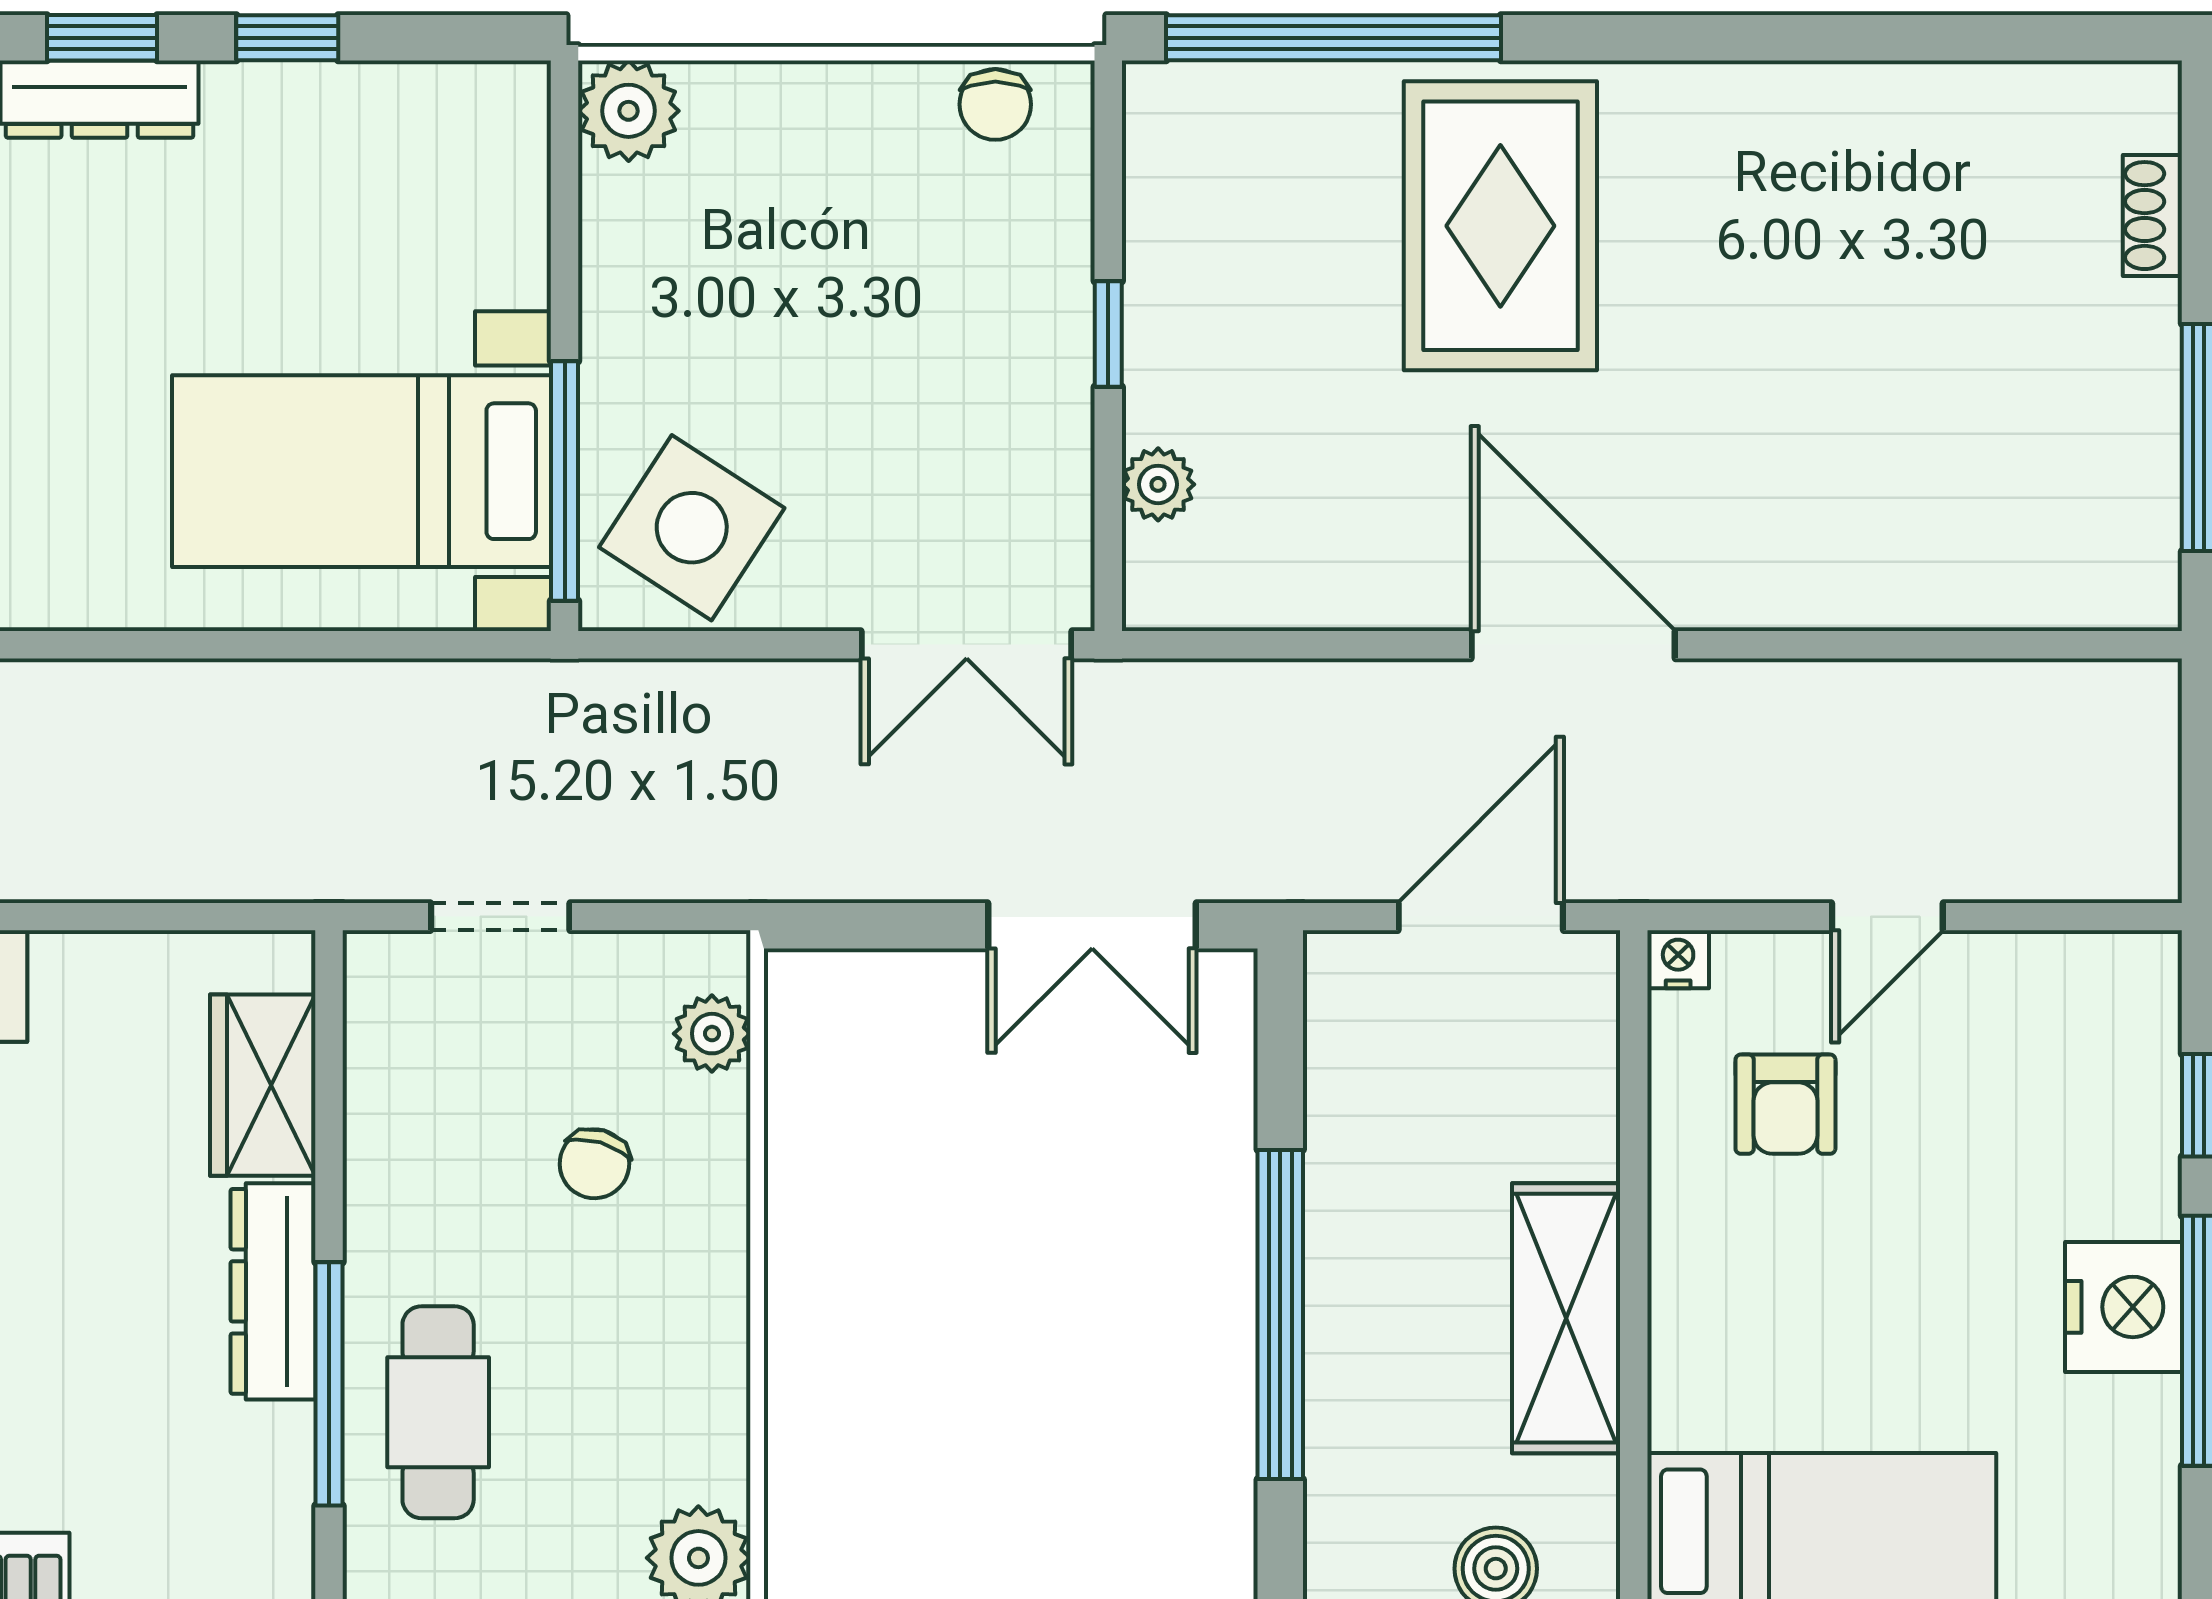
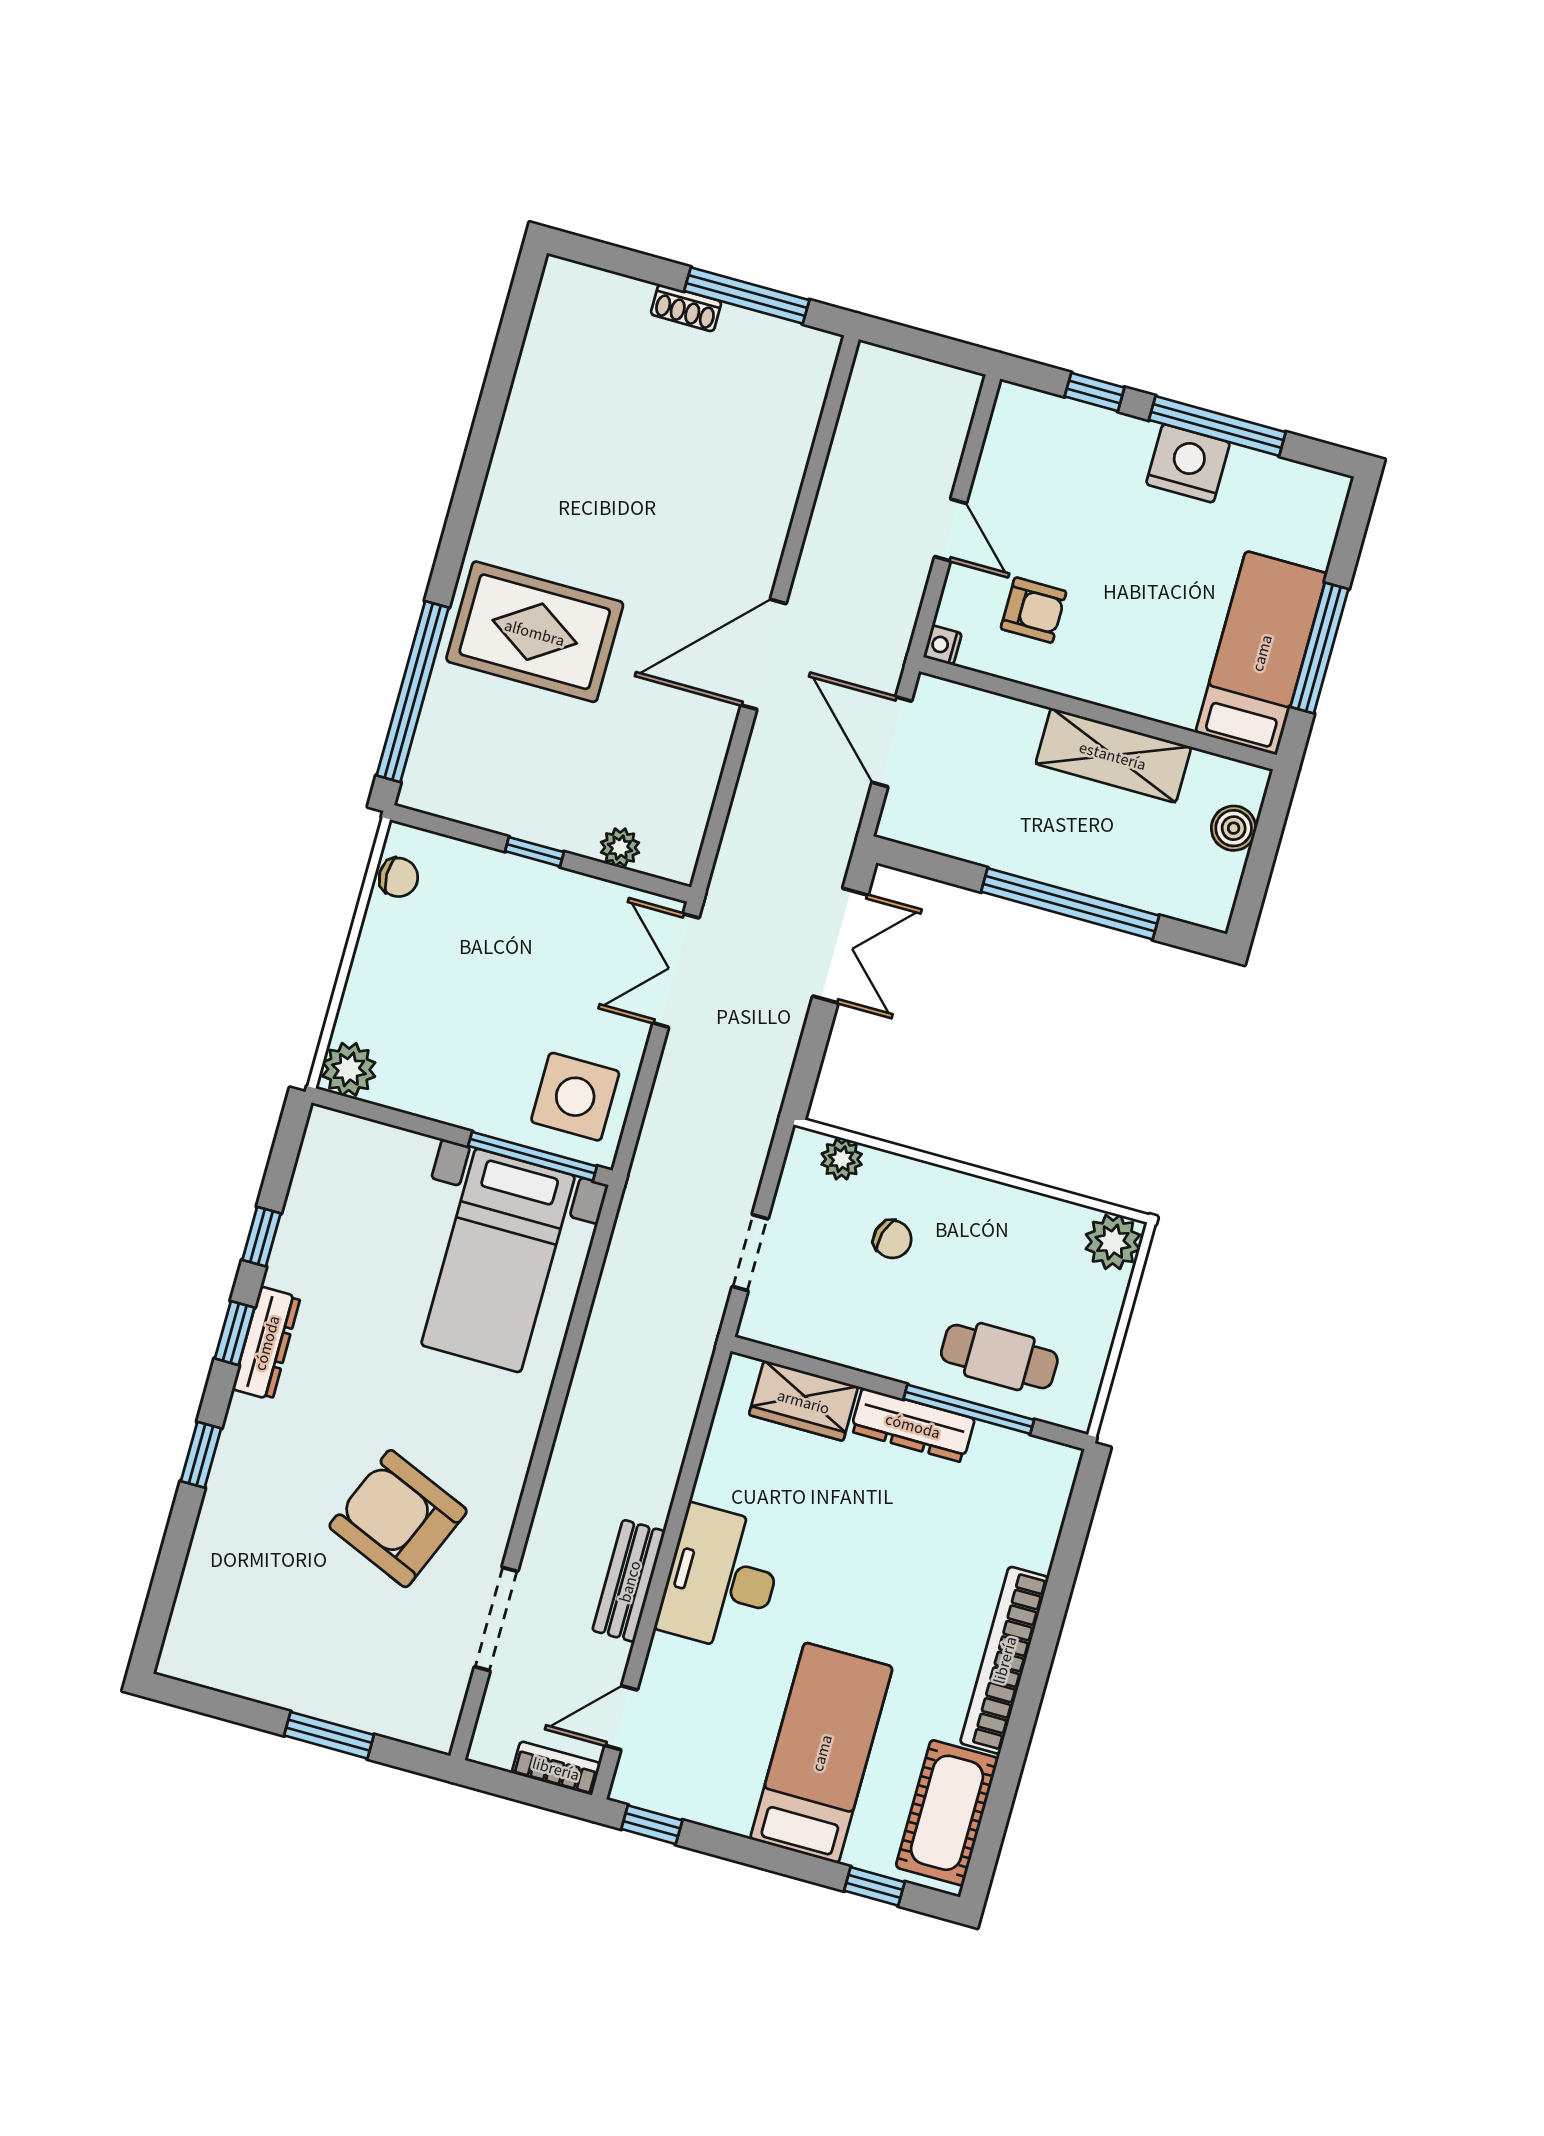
shoe rack: (2152, 216) -> (686, 308), moved
side table: (692, 528) -> (575, 1097), turned -33
double door: (967, 645) -> (676, 970), swing flipped

